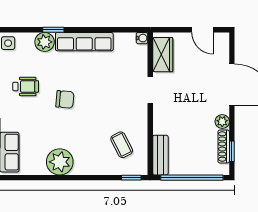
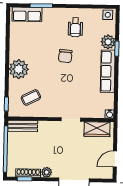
plant: (60, 162) -> (19, 69), moved

